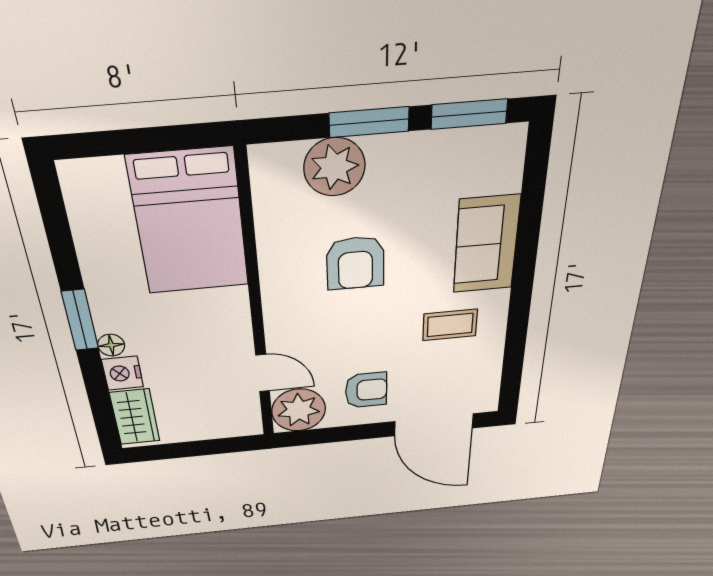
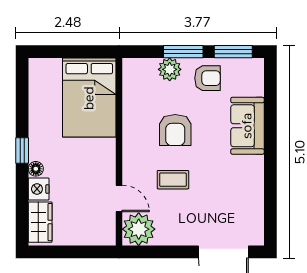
plant: (334, 167) -> (170, 69), width x0.73, depth x0.73
window: (80, 320) -> (22, 151), width x0.67
coffee table: (450, 325) -> (173, 180), moved
armchair: (366, 390) -> (207, 78), moved

